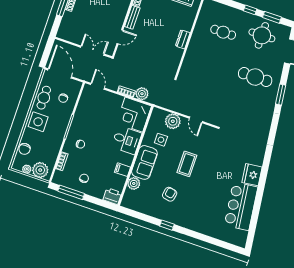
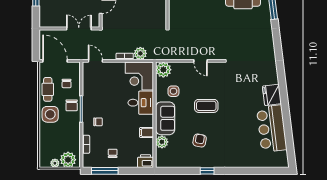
plant: (173, 121) -> (163, 70), moved
chair: (25, 149) -> (72, 105), moved
coffee table: (187, 164) -> (206, 106), turned 90

